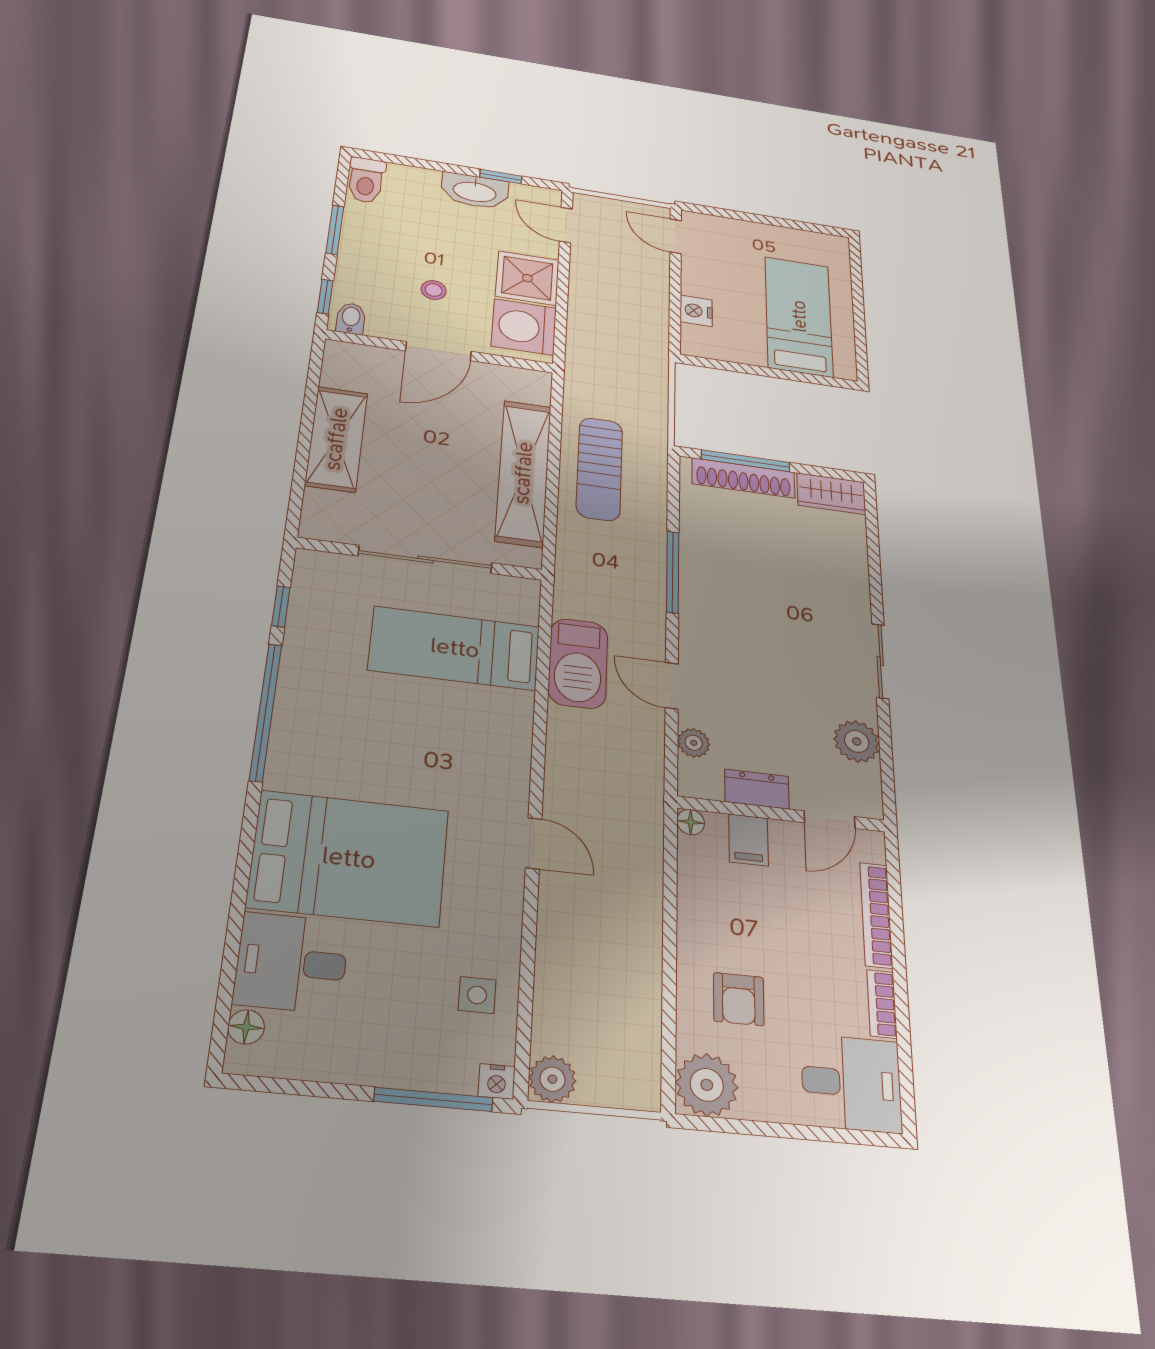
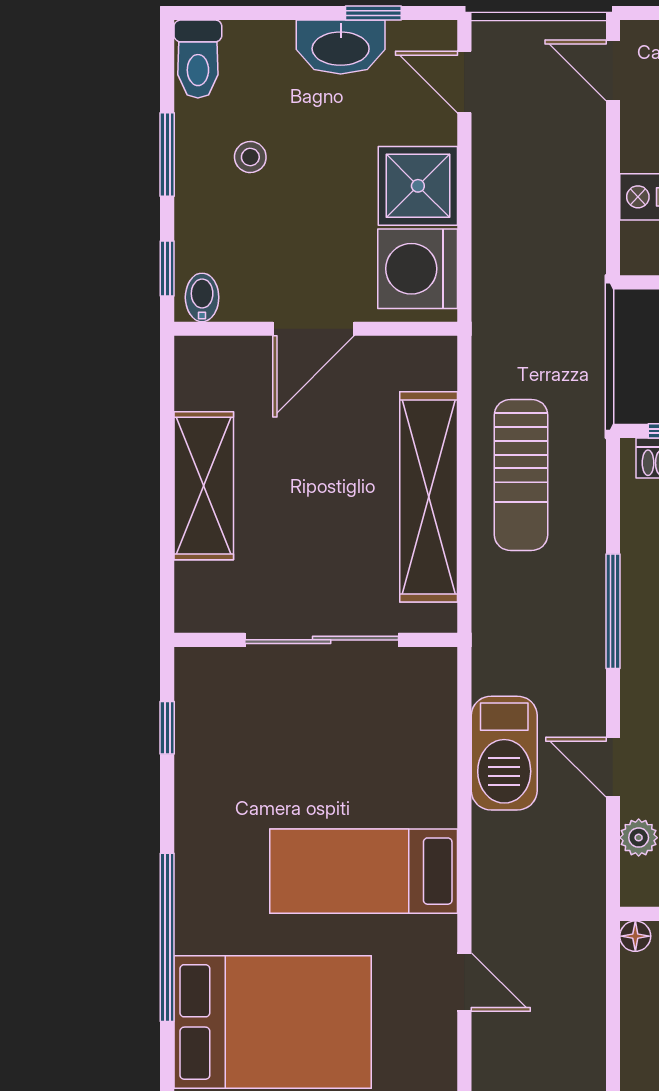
stool: (434, 290) -> (250, 157), moved
bed: (455, 648) -> (364, 871), moved
window: (266, 712) -> (167, 937), moved

